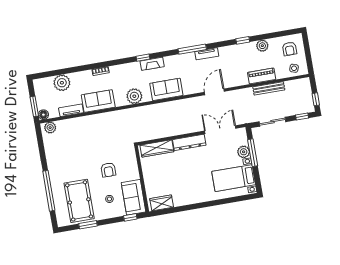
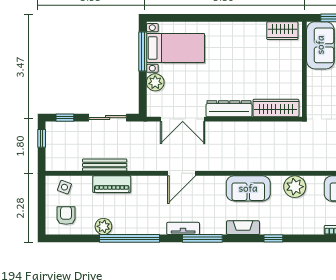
window: (243, 40) -> (130, 238), width x3.17
fireplace: (152, 64) -> (243, 228), moved
window: (253, 153) -> (143, 51), moved

